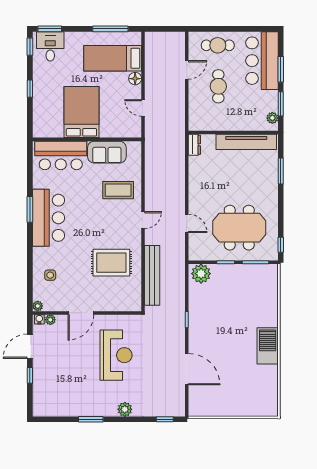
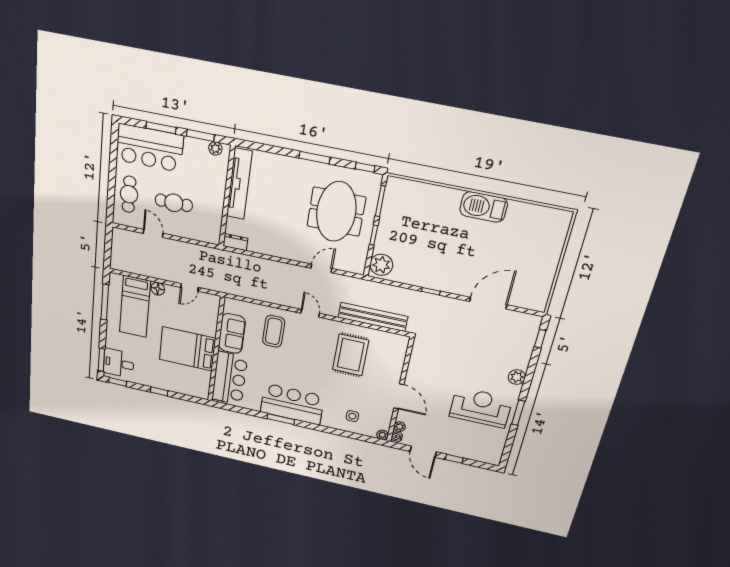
window: (281, 171) -> (314, 158), moved
reception desk: (116, 355) -> (481, 407), moved

